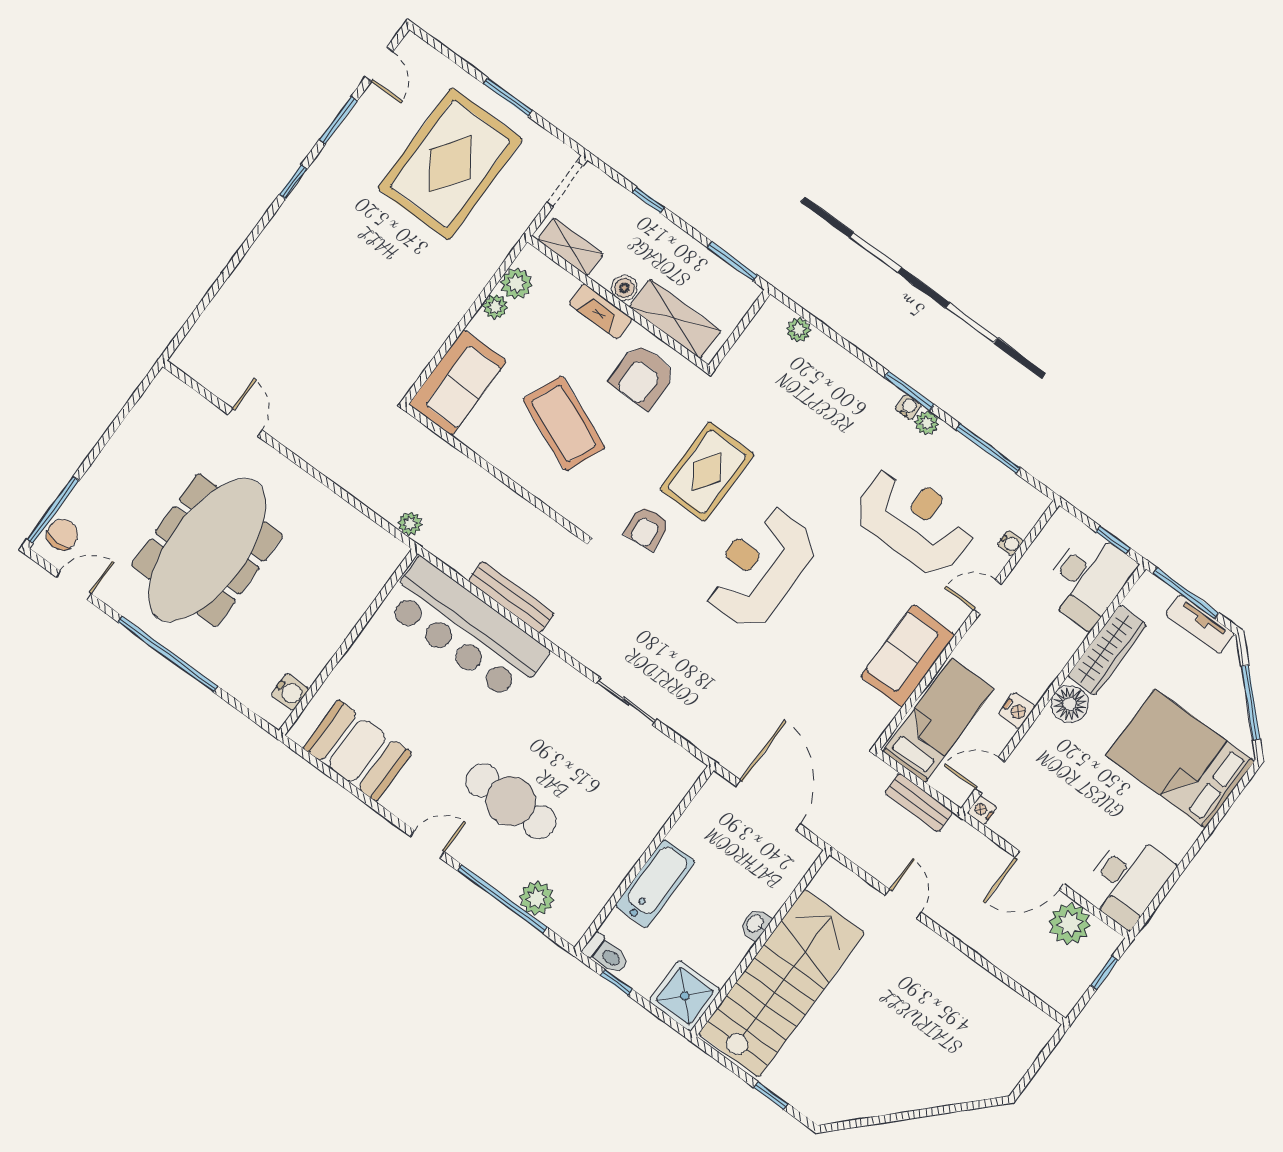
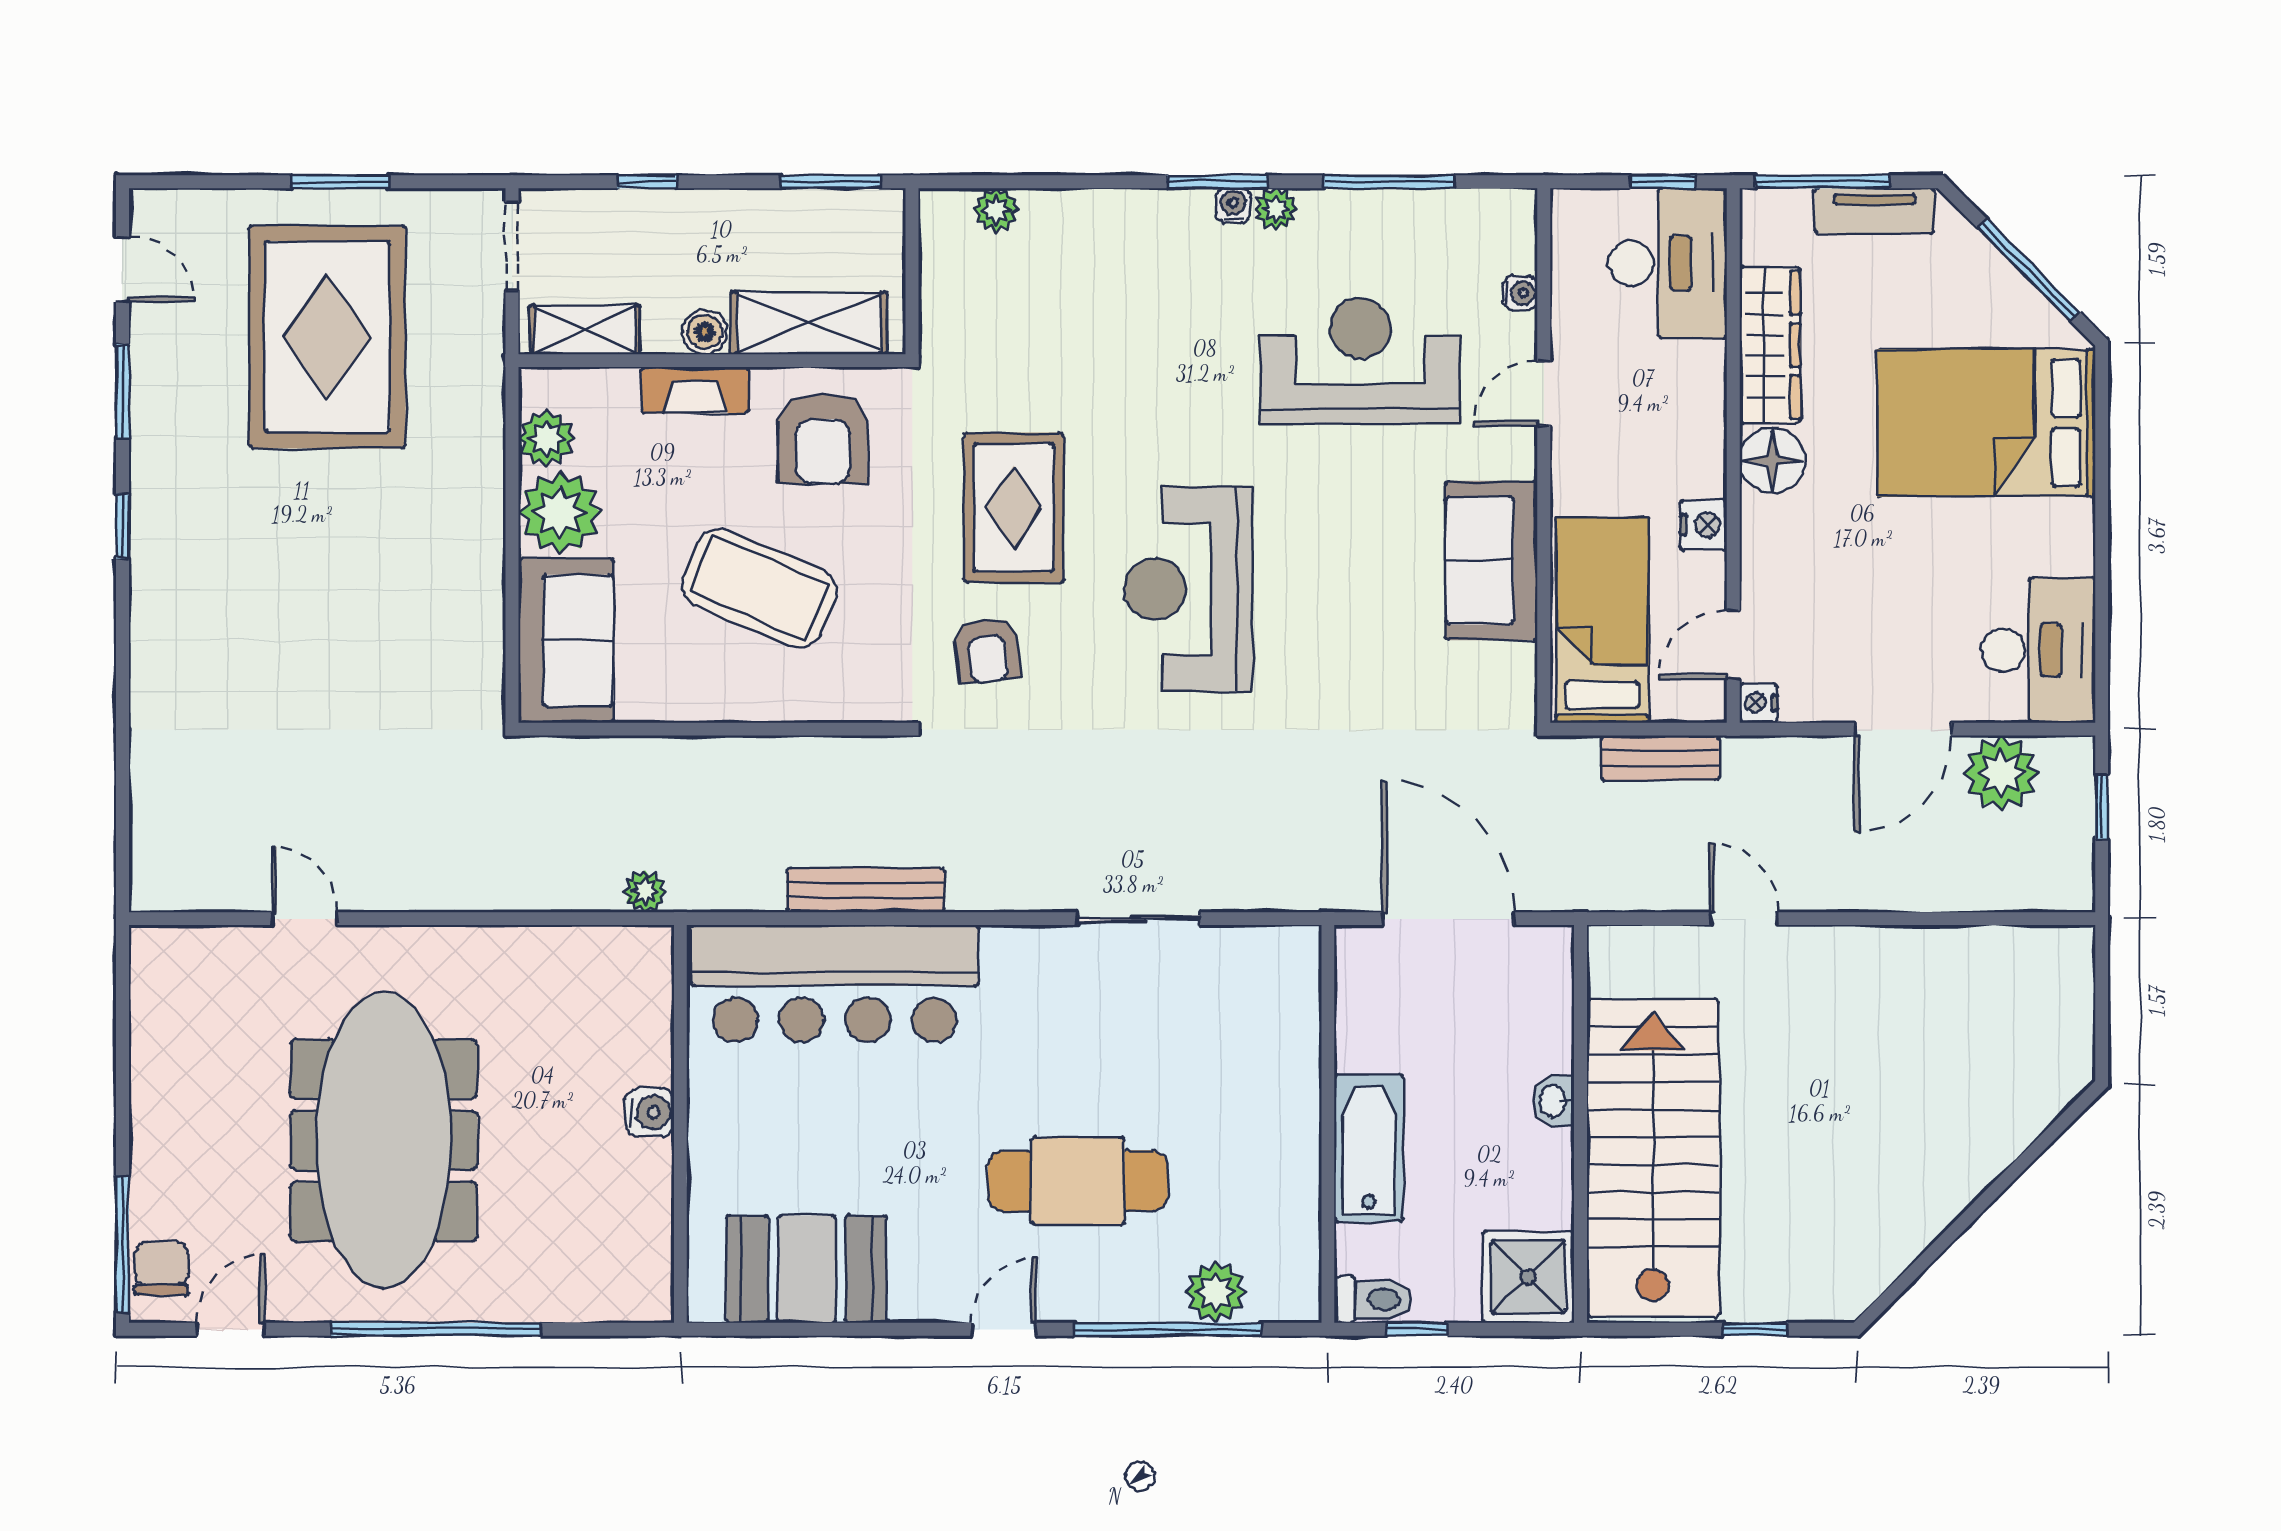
plant: (495, 307) -> (560, 513), width x1.88, depth x1.88
water cooler: (290, 692) -> (649, 1112), moved

